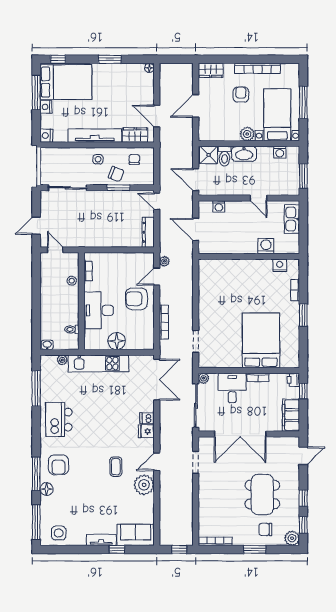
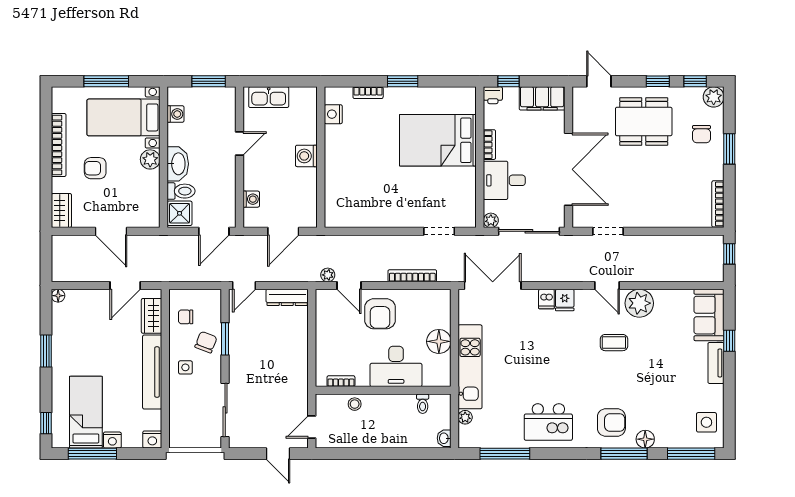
bed: (66, 82) -> (86, 412), width x0.67
washing machine: (266, 246) -> (306, 156), moved
dining table: (262, 495) -> (644, 121), moved

